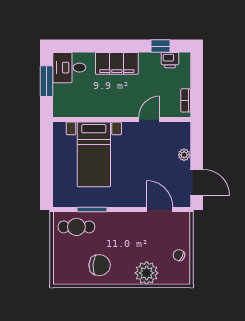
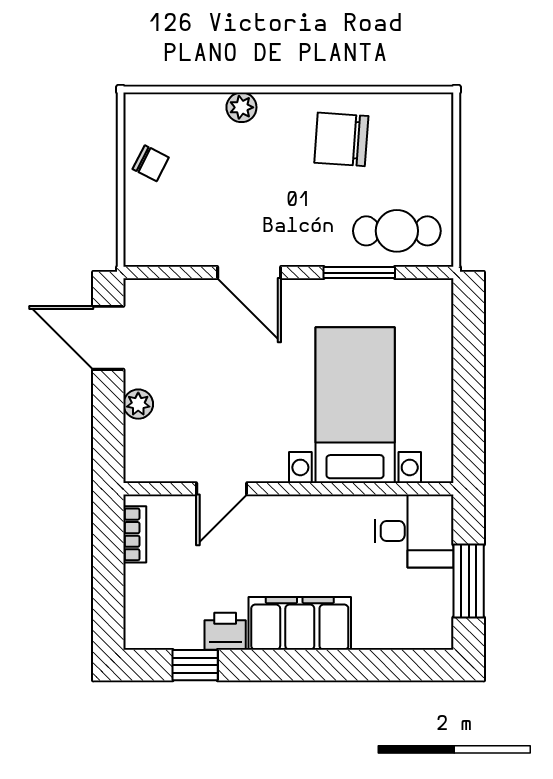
printer: (170, 60) -> (225, 631), moved
desk: (69, 68) -> (414, 531), moved
door: (160, 210) -> (249, 273), moved
plant: (147, 273) -> (241, 107), width x0.53, depth x0.53

